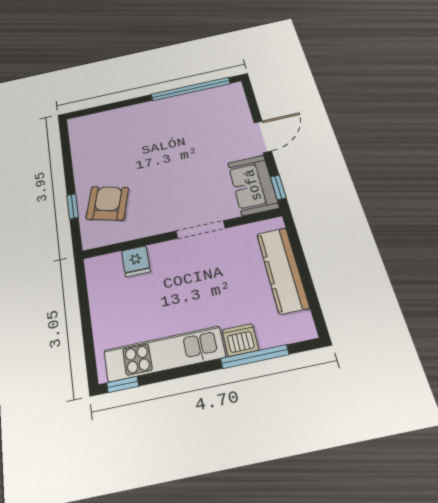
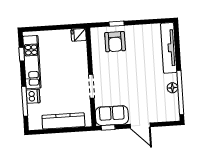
floor lamp: (184, 101) -> (172, 88), added
tv unit: (113, 119) -> (169, 48), added
armchair: (107, 203) -> (115, 42), turned 74
fridge: (136, 261) -> (79, 35), moved
window: (123, 384) -> (22, 54), moved

